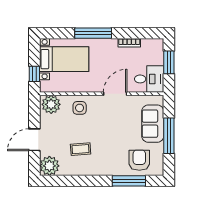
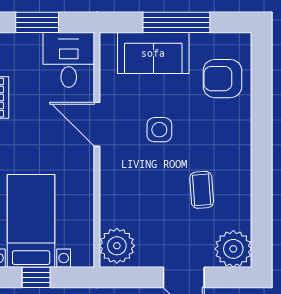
window: (34, 74) -> (36, 277), moved
side table: (80, 108) -> (159, 130), moved
window: (129, 181) -> (262, 98), removed

